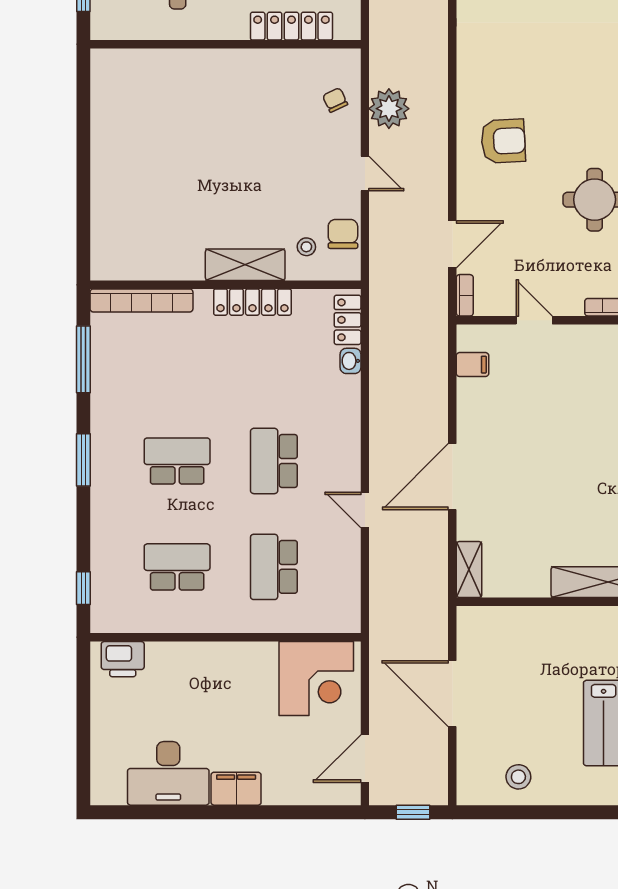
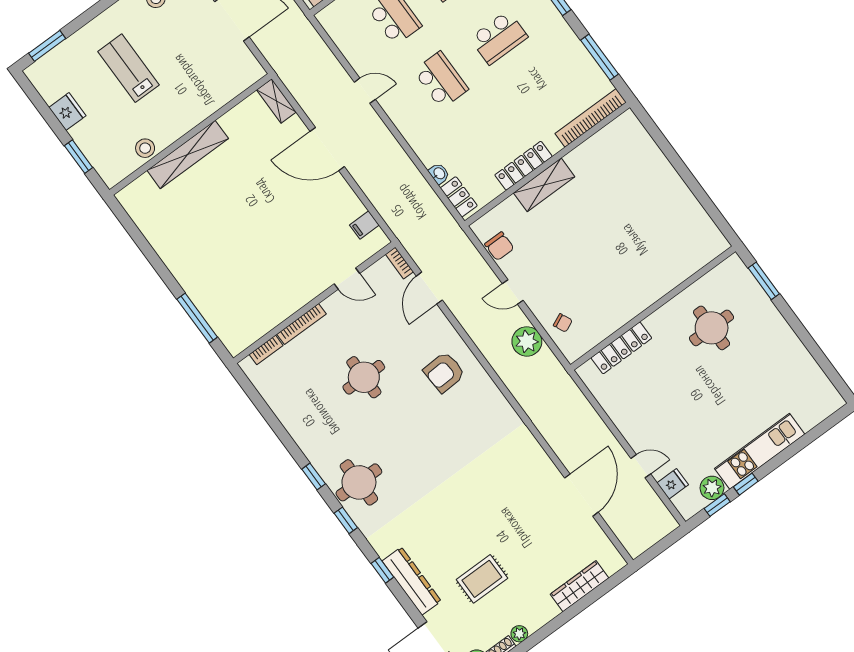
stool: (306, 247) -> (516, 222), removed
door: (452, 477) -> (327, 149), swing flipped

